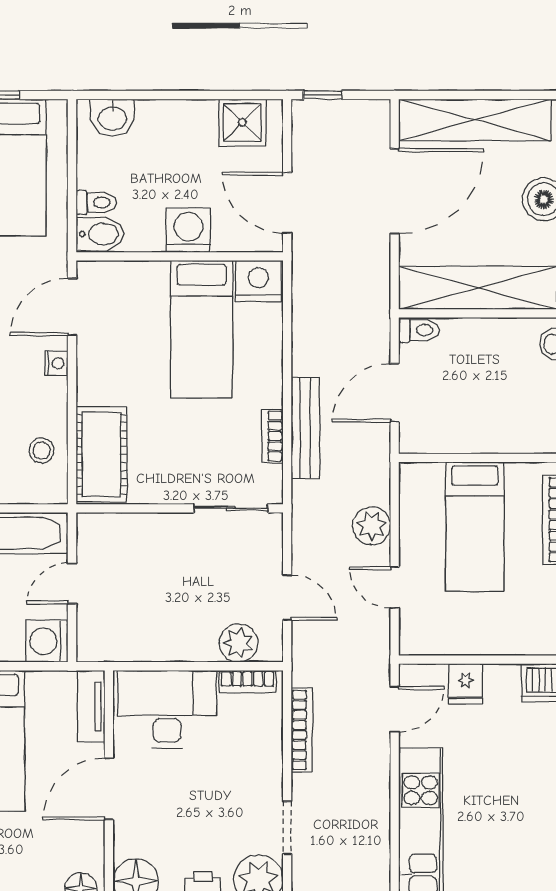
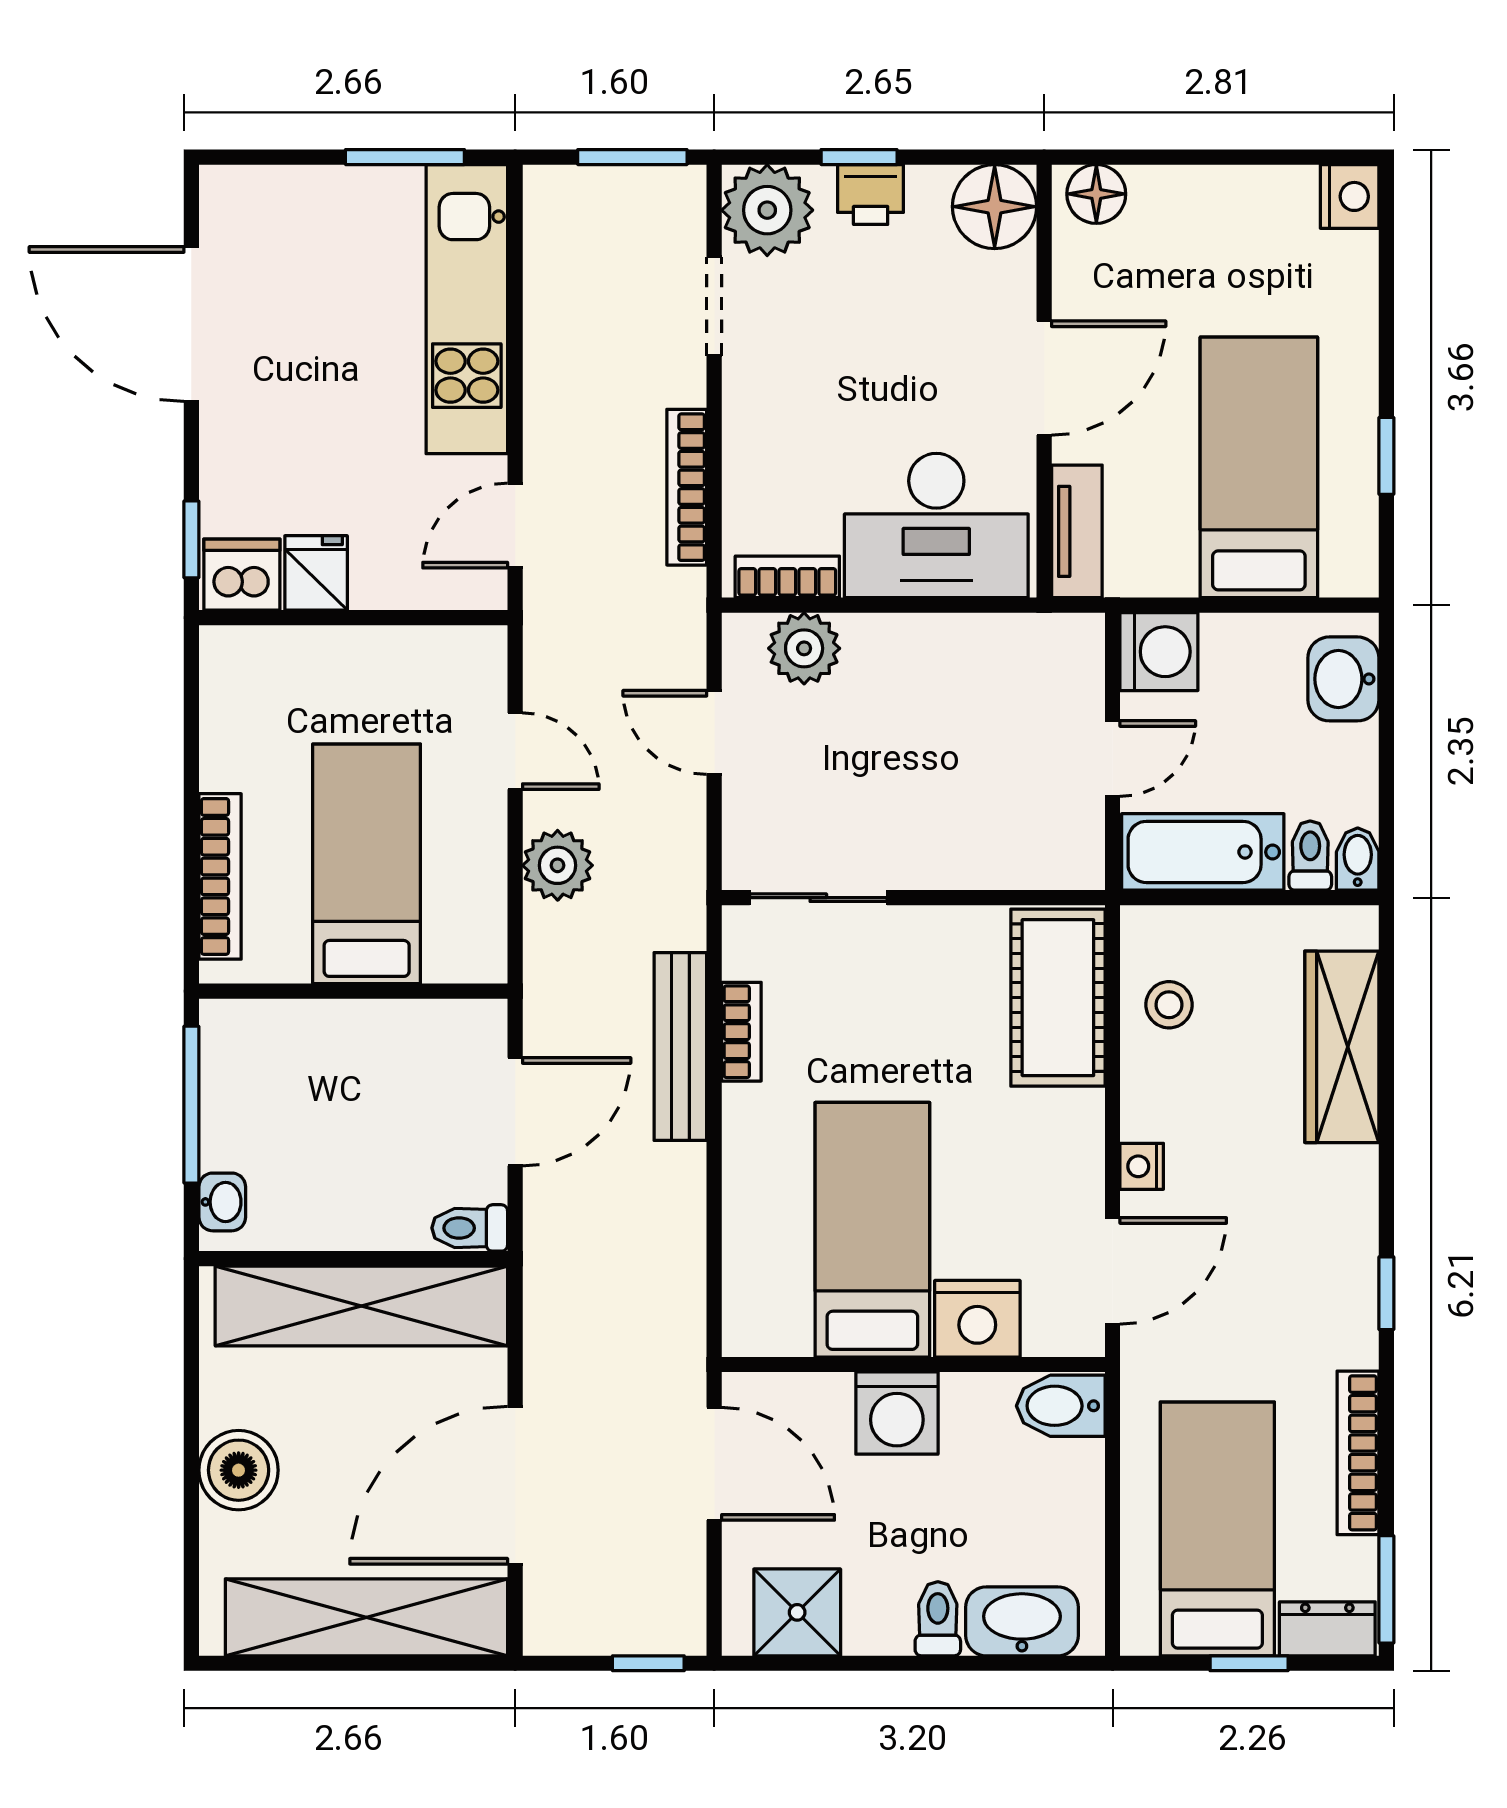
washbasin: (112, 118) -> (1022, 1621), width x1.38
toilet: (96, 203) -> (938, 1619), moved, turned 90
nightstand: (258, 281) -> (977, 1319), moved
fridge: (466, 684) -> (316, 573), moved

